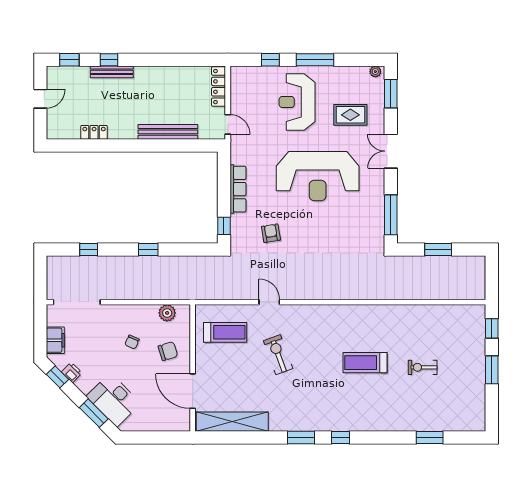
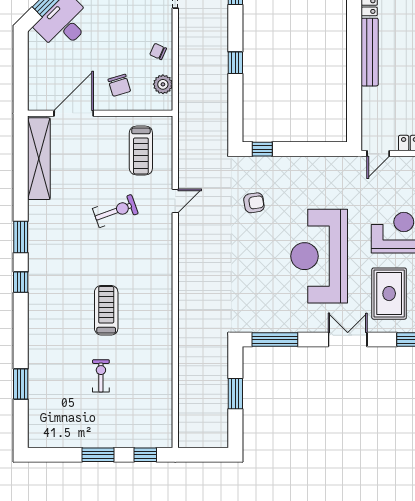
rug: (350, 115) -> (389, 294), width x1.36, depth x1.43
bench: (168, 132) -> (370, 52), moved
row of seats: (238, 189) -> (304, 165), removed
chair: (132, 342) -> (158, 51), moved

